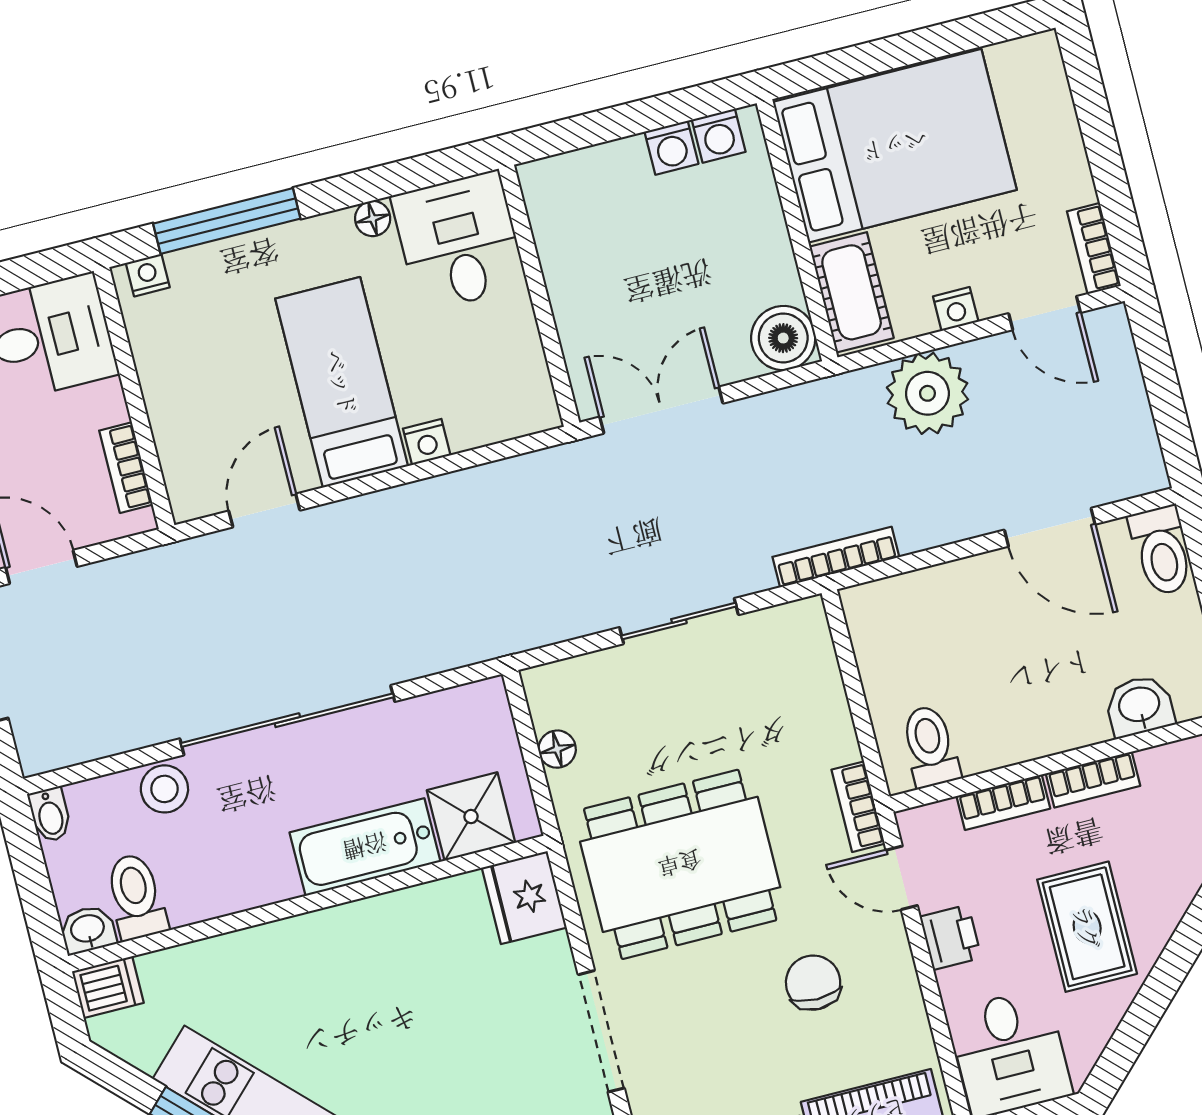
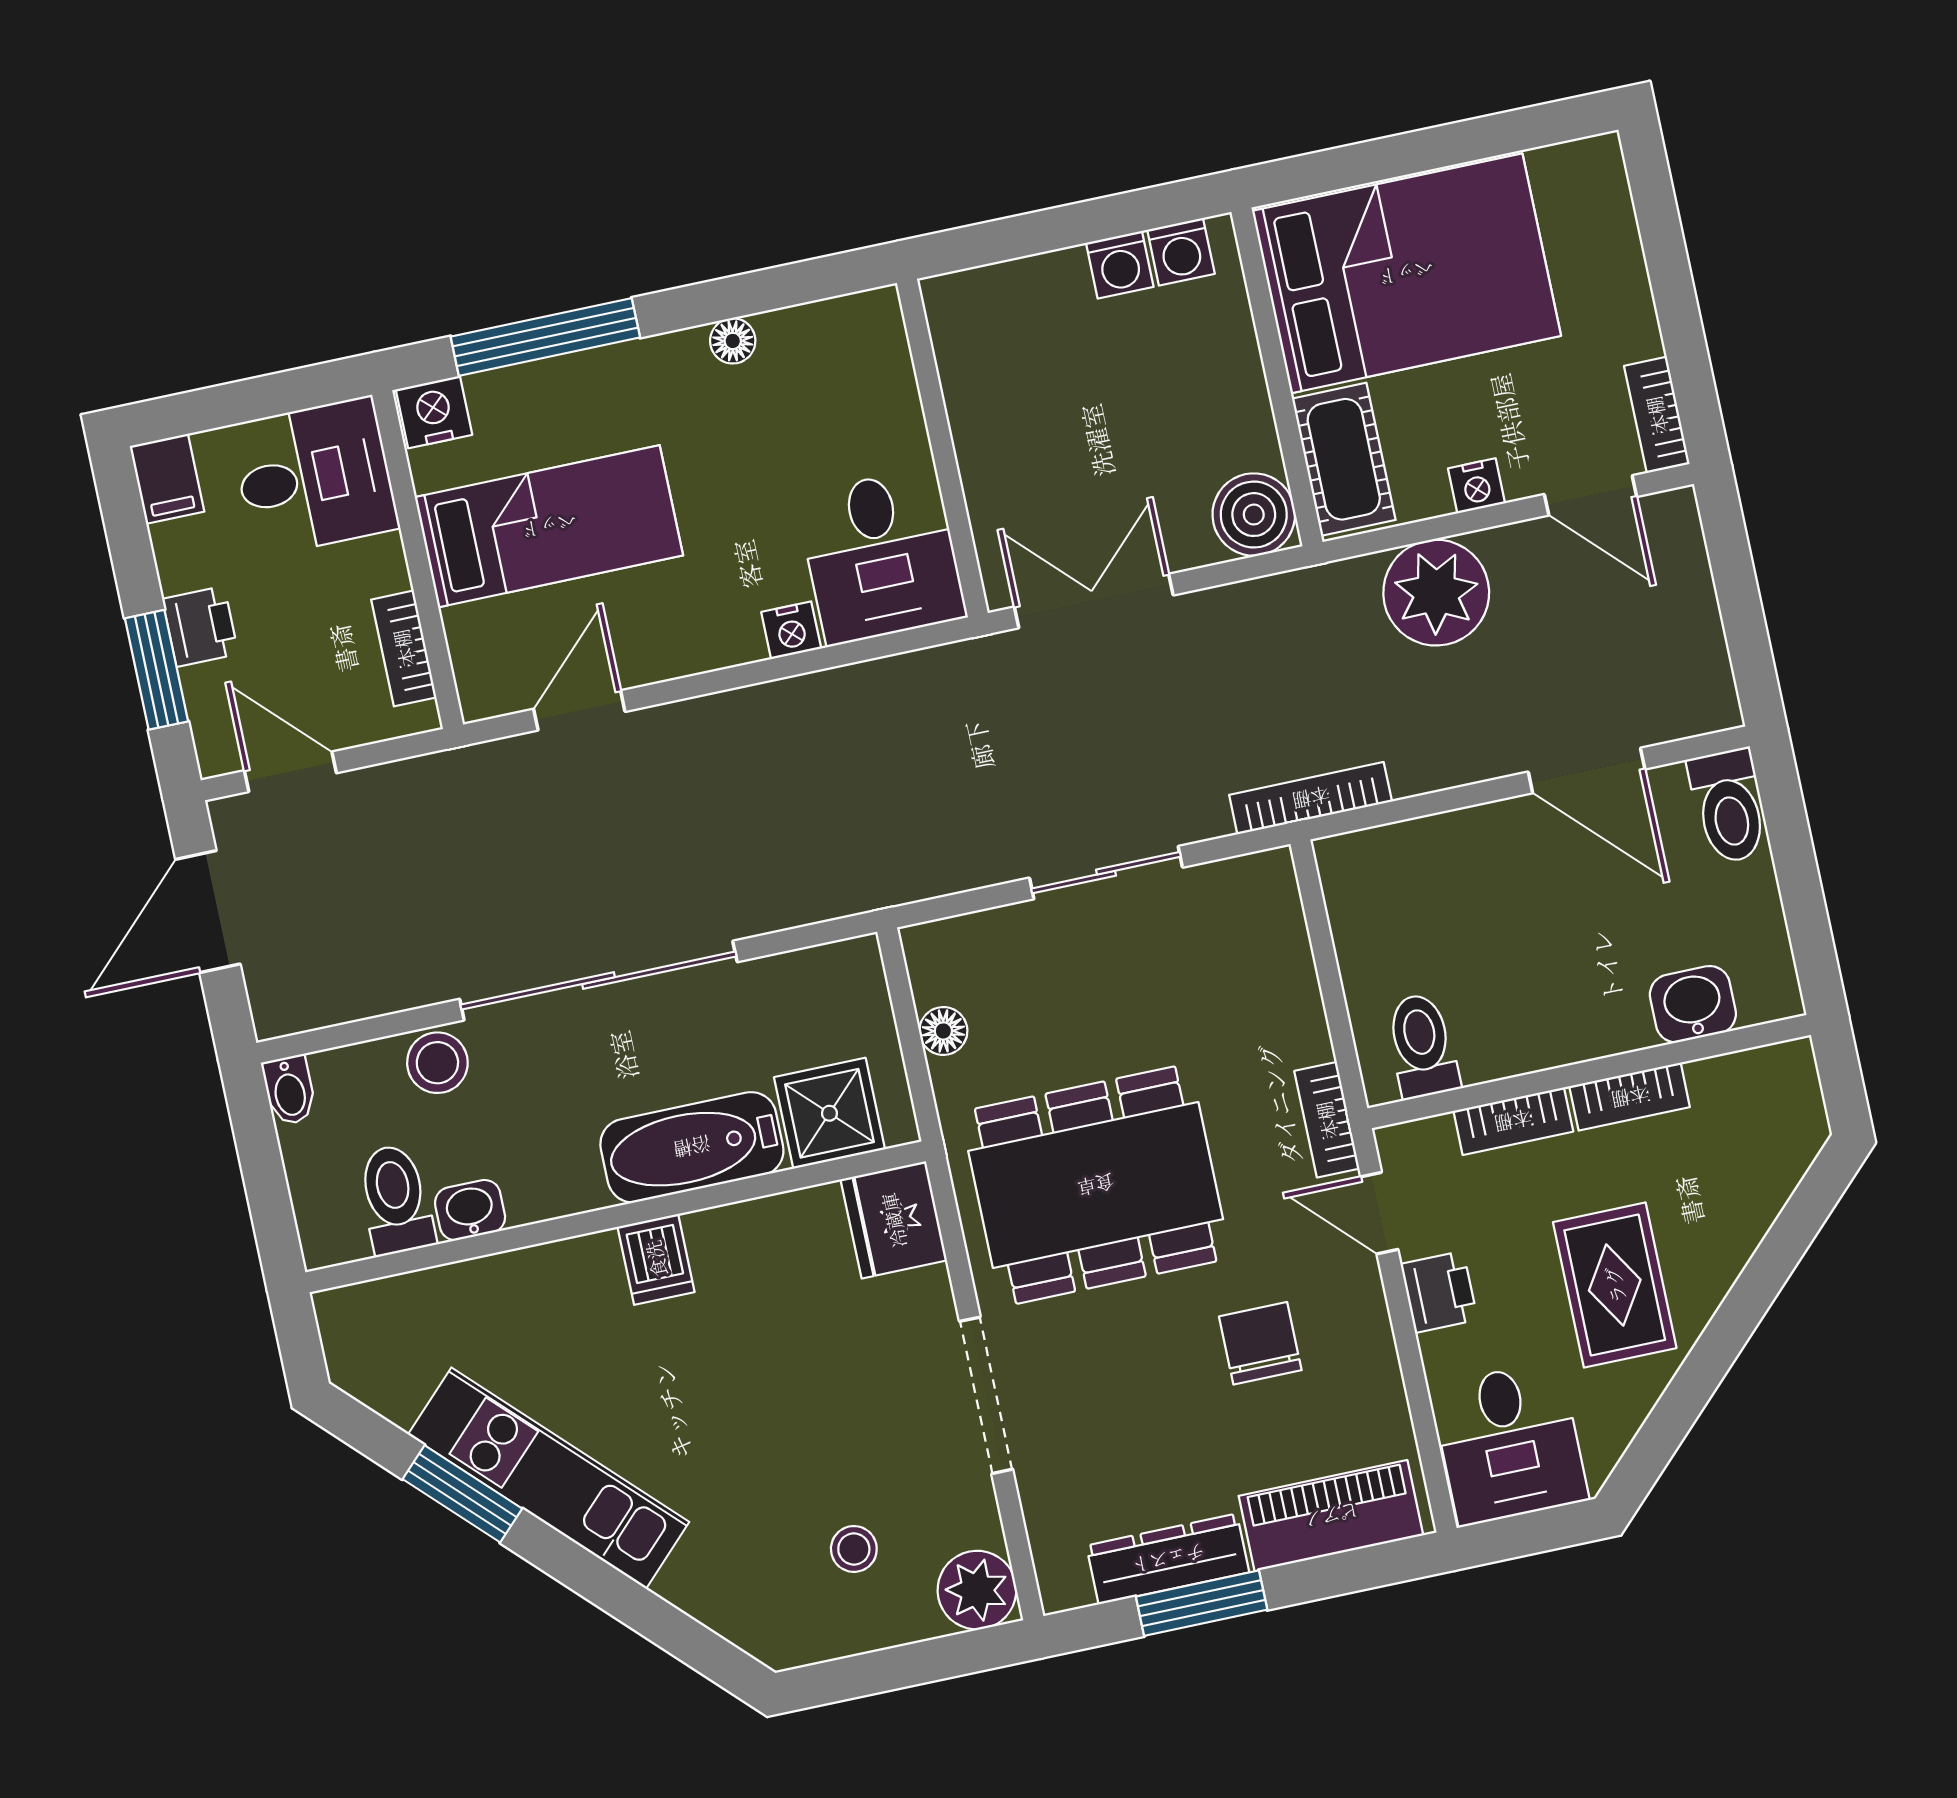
desk: (459, 241) -> (881, 556), moved, turned 180
nightstand: (148, 275) -> (434, 412), width x1.39, depth x1.35
bed: (342, 382) -> (549, 526), moved, turned 90
washbasin: (88, 930) -> (470, 1210), moved
dishwasher: (108, 987) -> (656, 1259), moved, turned 90

